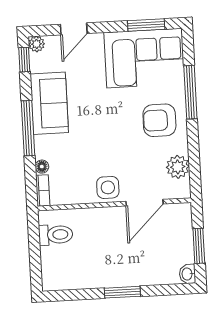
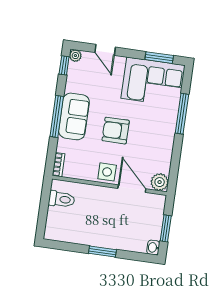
door: (74, 29) -> (105, 50), hinge flipped
sofa: (49, 103) -> (74, 116), moved
armchair: (159, 120) -> (116, 131), moved
floor lamp: (42, 167) -> (61, 147), removed
plant: (178, 167) -> (160, 182), moved
door: (144, 203) -> (132, 189), swing flipped

